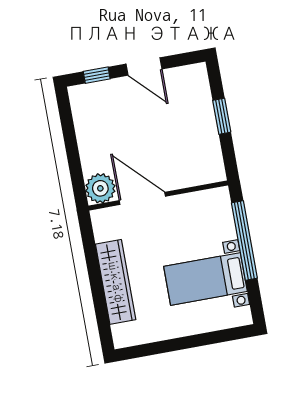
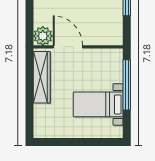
wardrobe: (116, 282) -> (42, 77), moved

